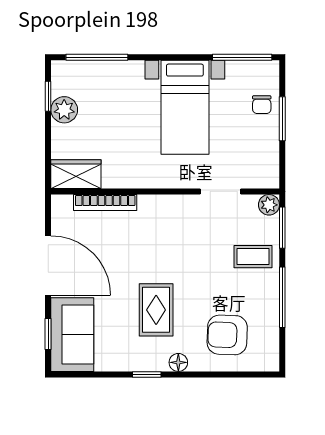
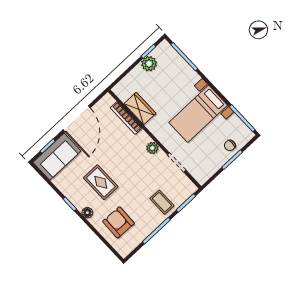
wardrobe: (76, 174) -> (140, 109), moved
plant: (269, 205) -> (152, 148), moved
rug: (156, 310) -> (101, 182), turned 90

